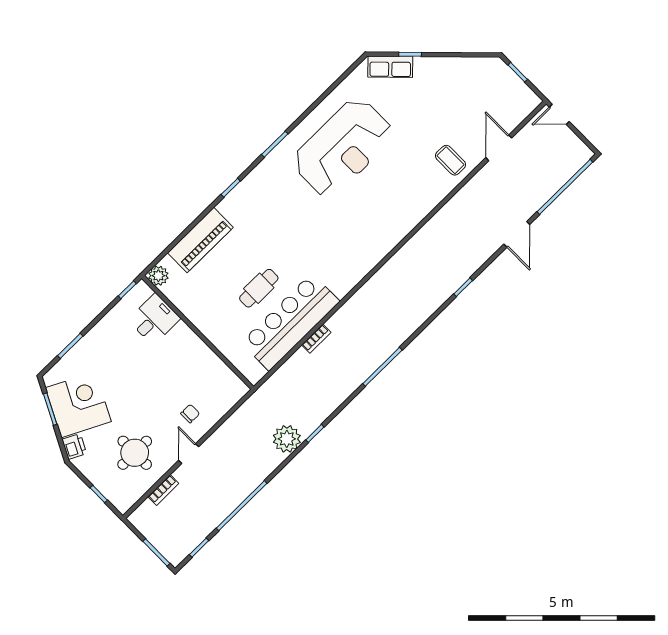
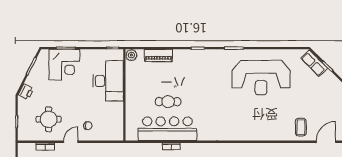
piano: (200, 240) -> (158, 55), width x0.73, depth x0.75
desk: (154, 319) -> (108, 81), width x1.87, depth x1.30
corner desk: (78, 405) -> (64, 65), moved, turned 63

